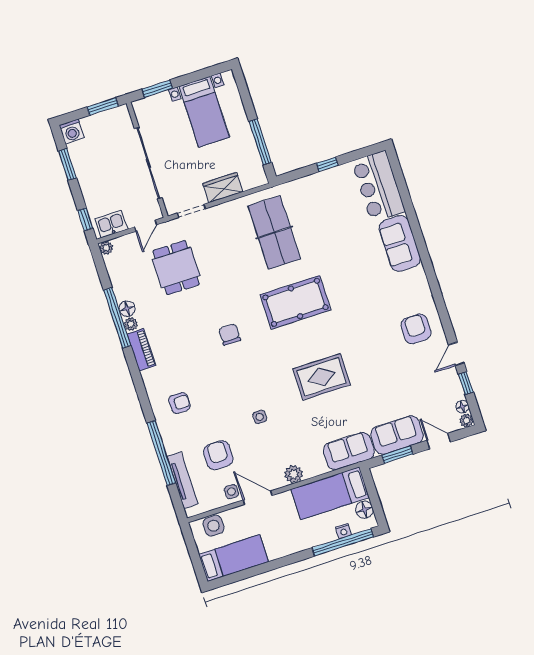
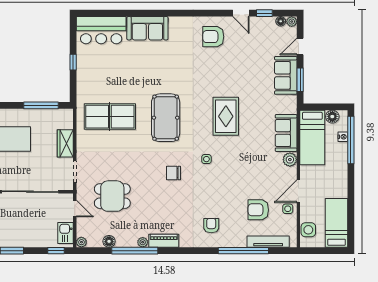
floor lamp: (127, 309) -> (109, 241), moved
side table: (260, 417) -> (206, 159), moved
sofa: (349, 451) -> (286, 133), moved

